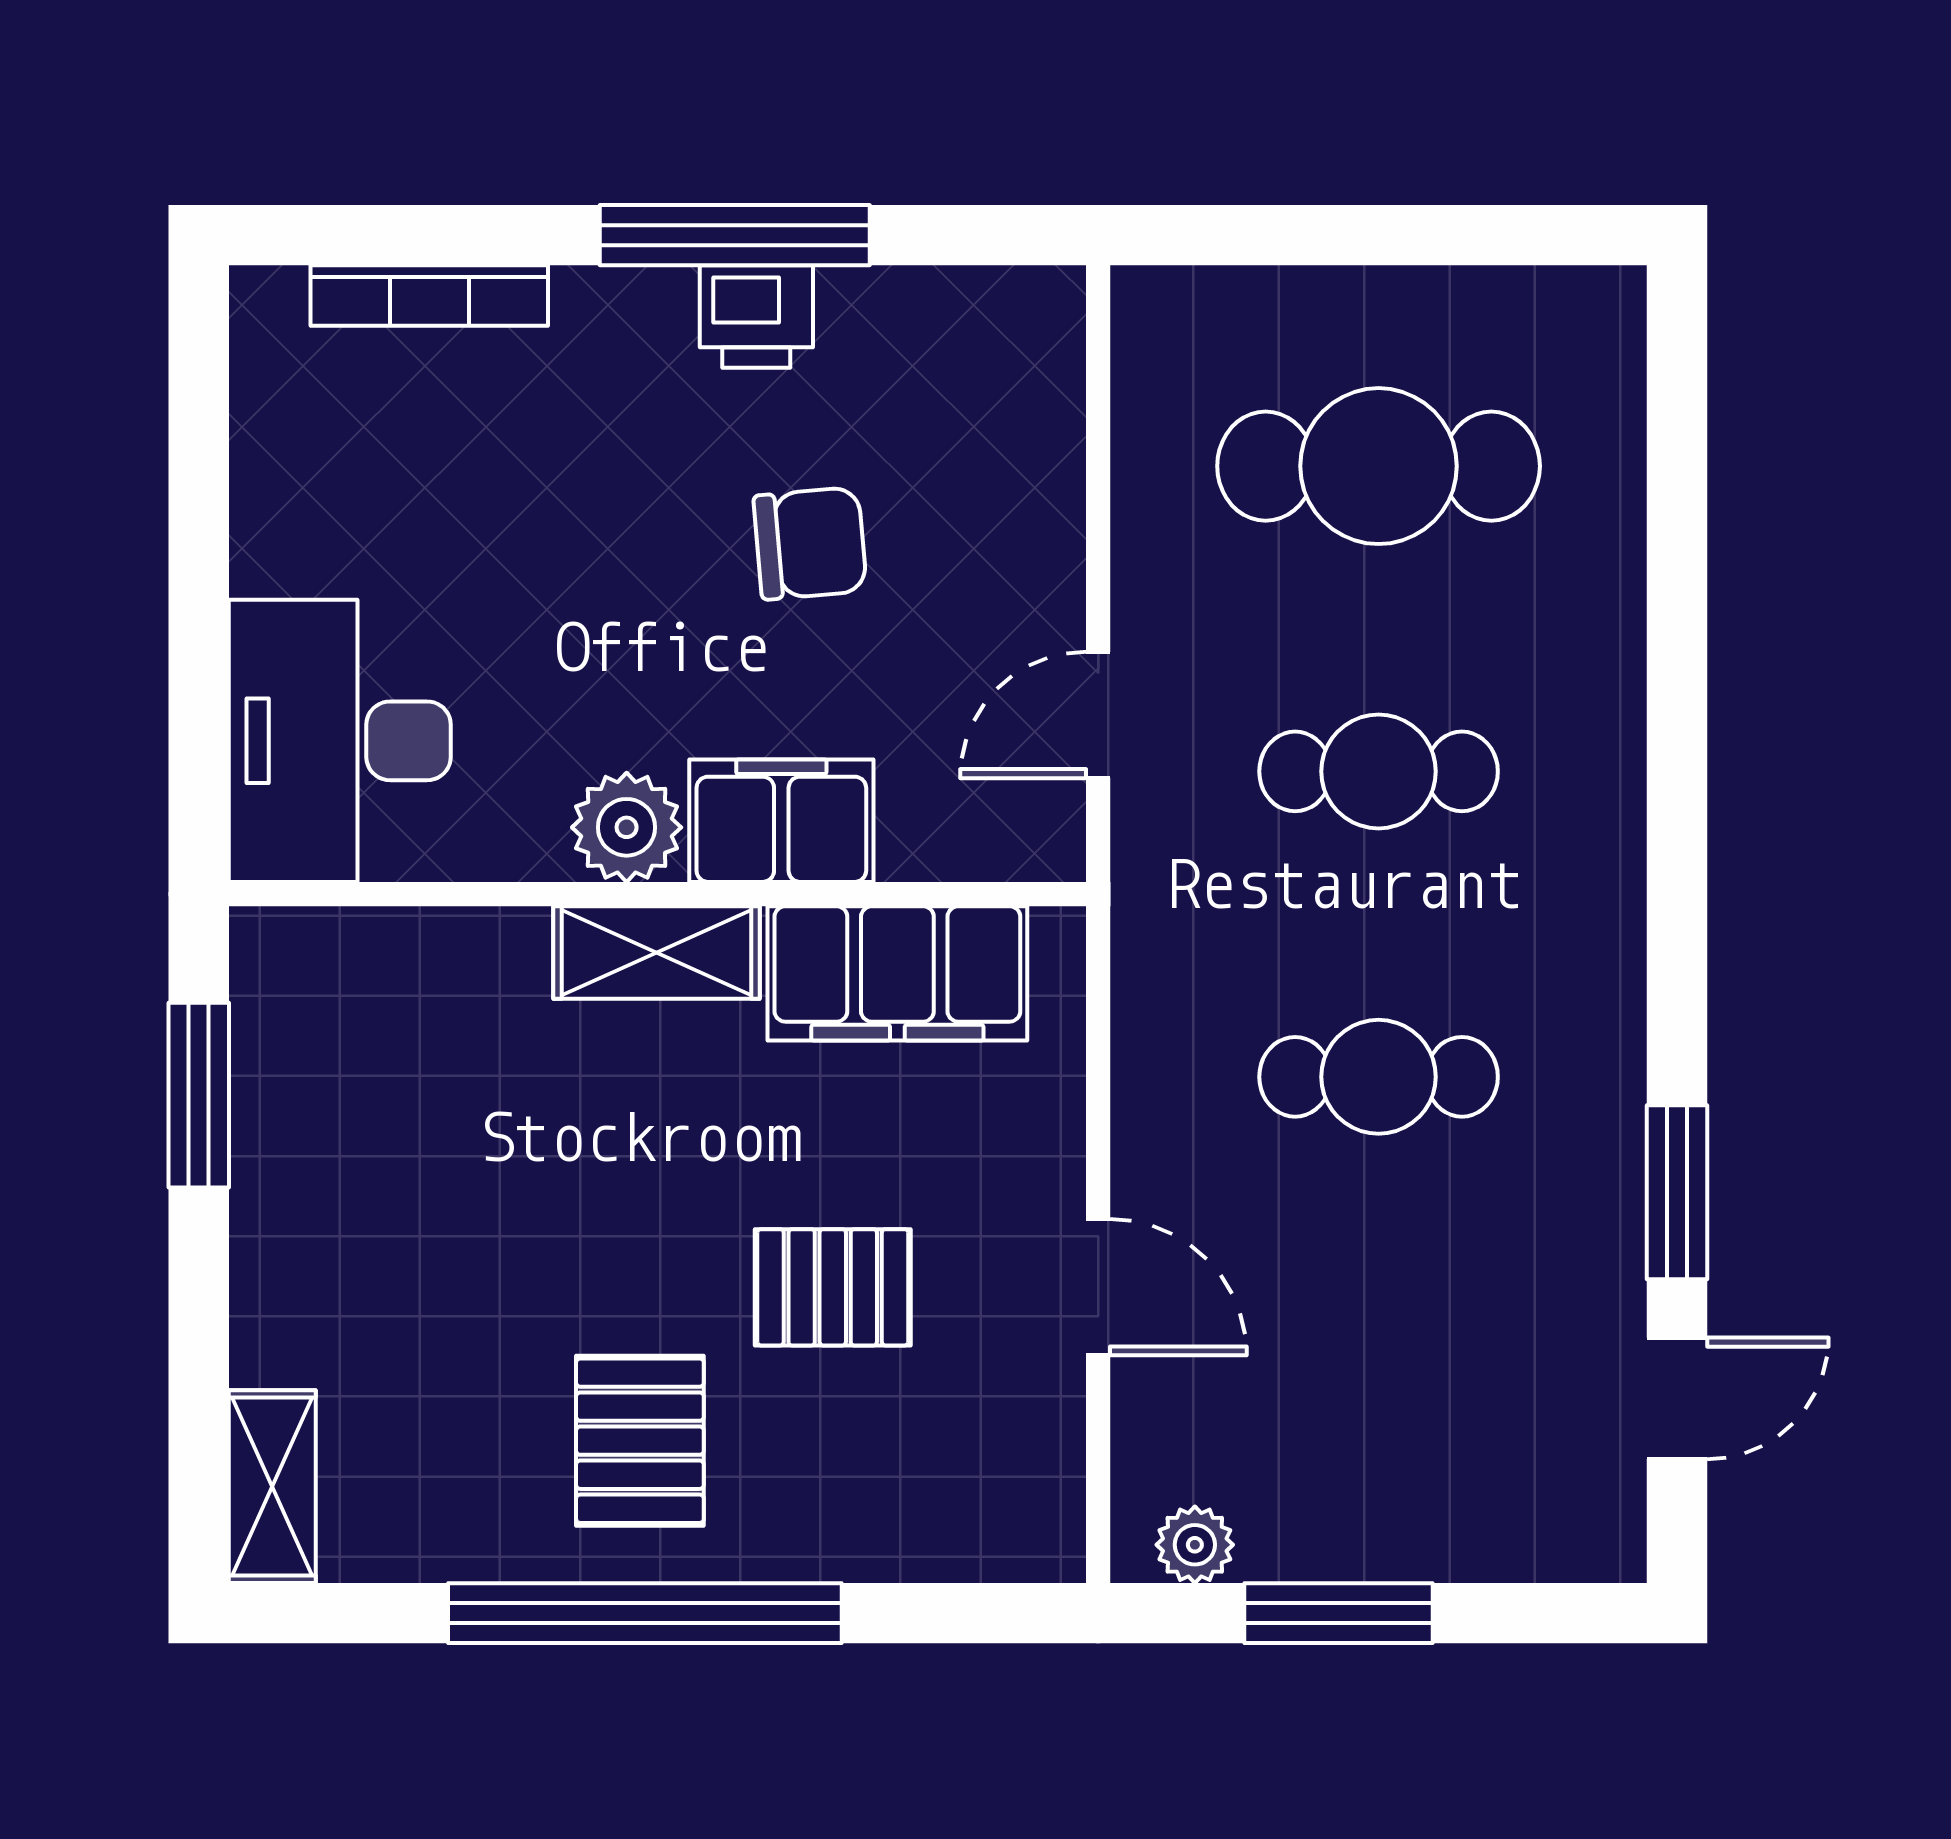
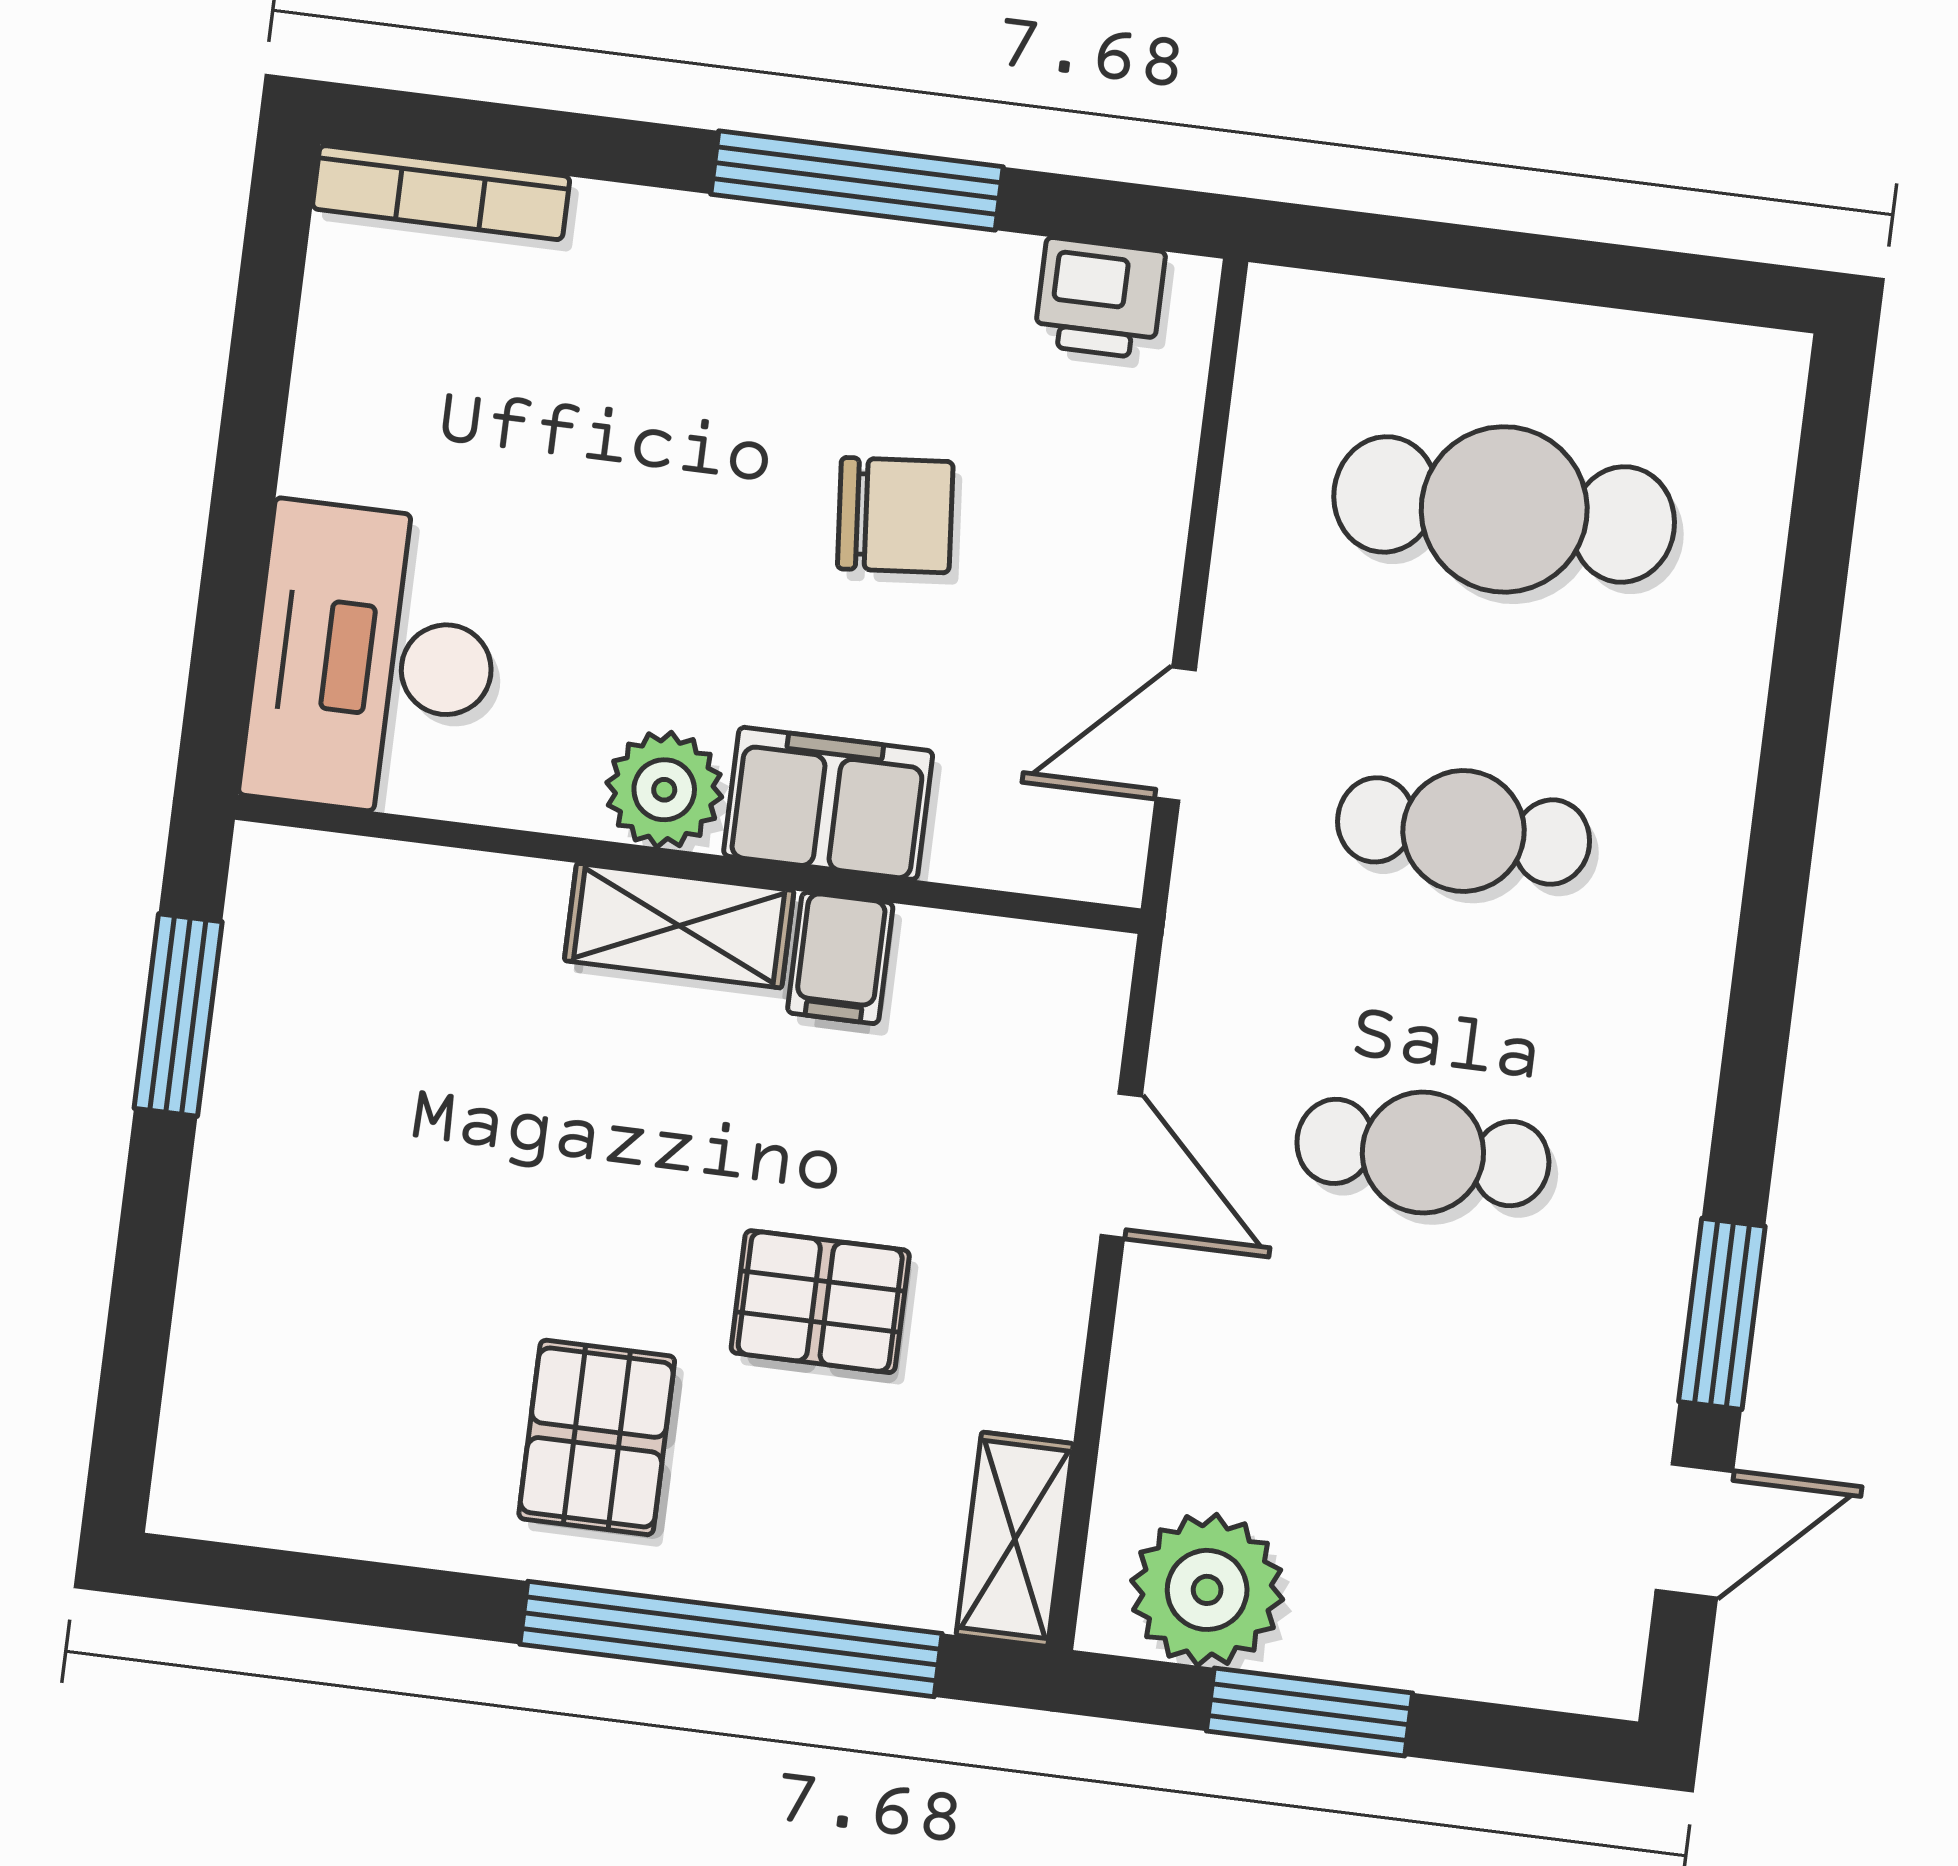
bookcase: (429, 296) -> (441, 193), moved
printer: (756, 317) -> (1100, 298), moved
filing cabinet: (897, 973) -> (840, 958), width x0.33, depth x0.86
door: (1098, 1287) -> (1121, 1166), moved
shelving: (272, 1487) -> (1015, 1539), moved
plant: (1195, 1545) -> (1207, 1590), width x1.87, depth x1.87
window: (645, 1613) -> (731, 1639), moved

